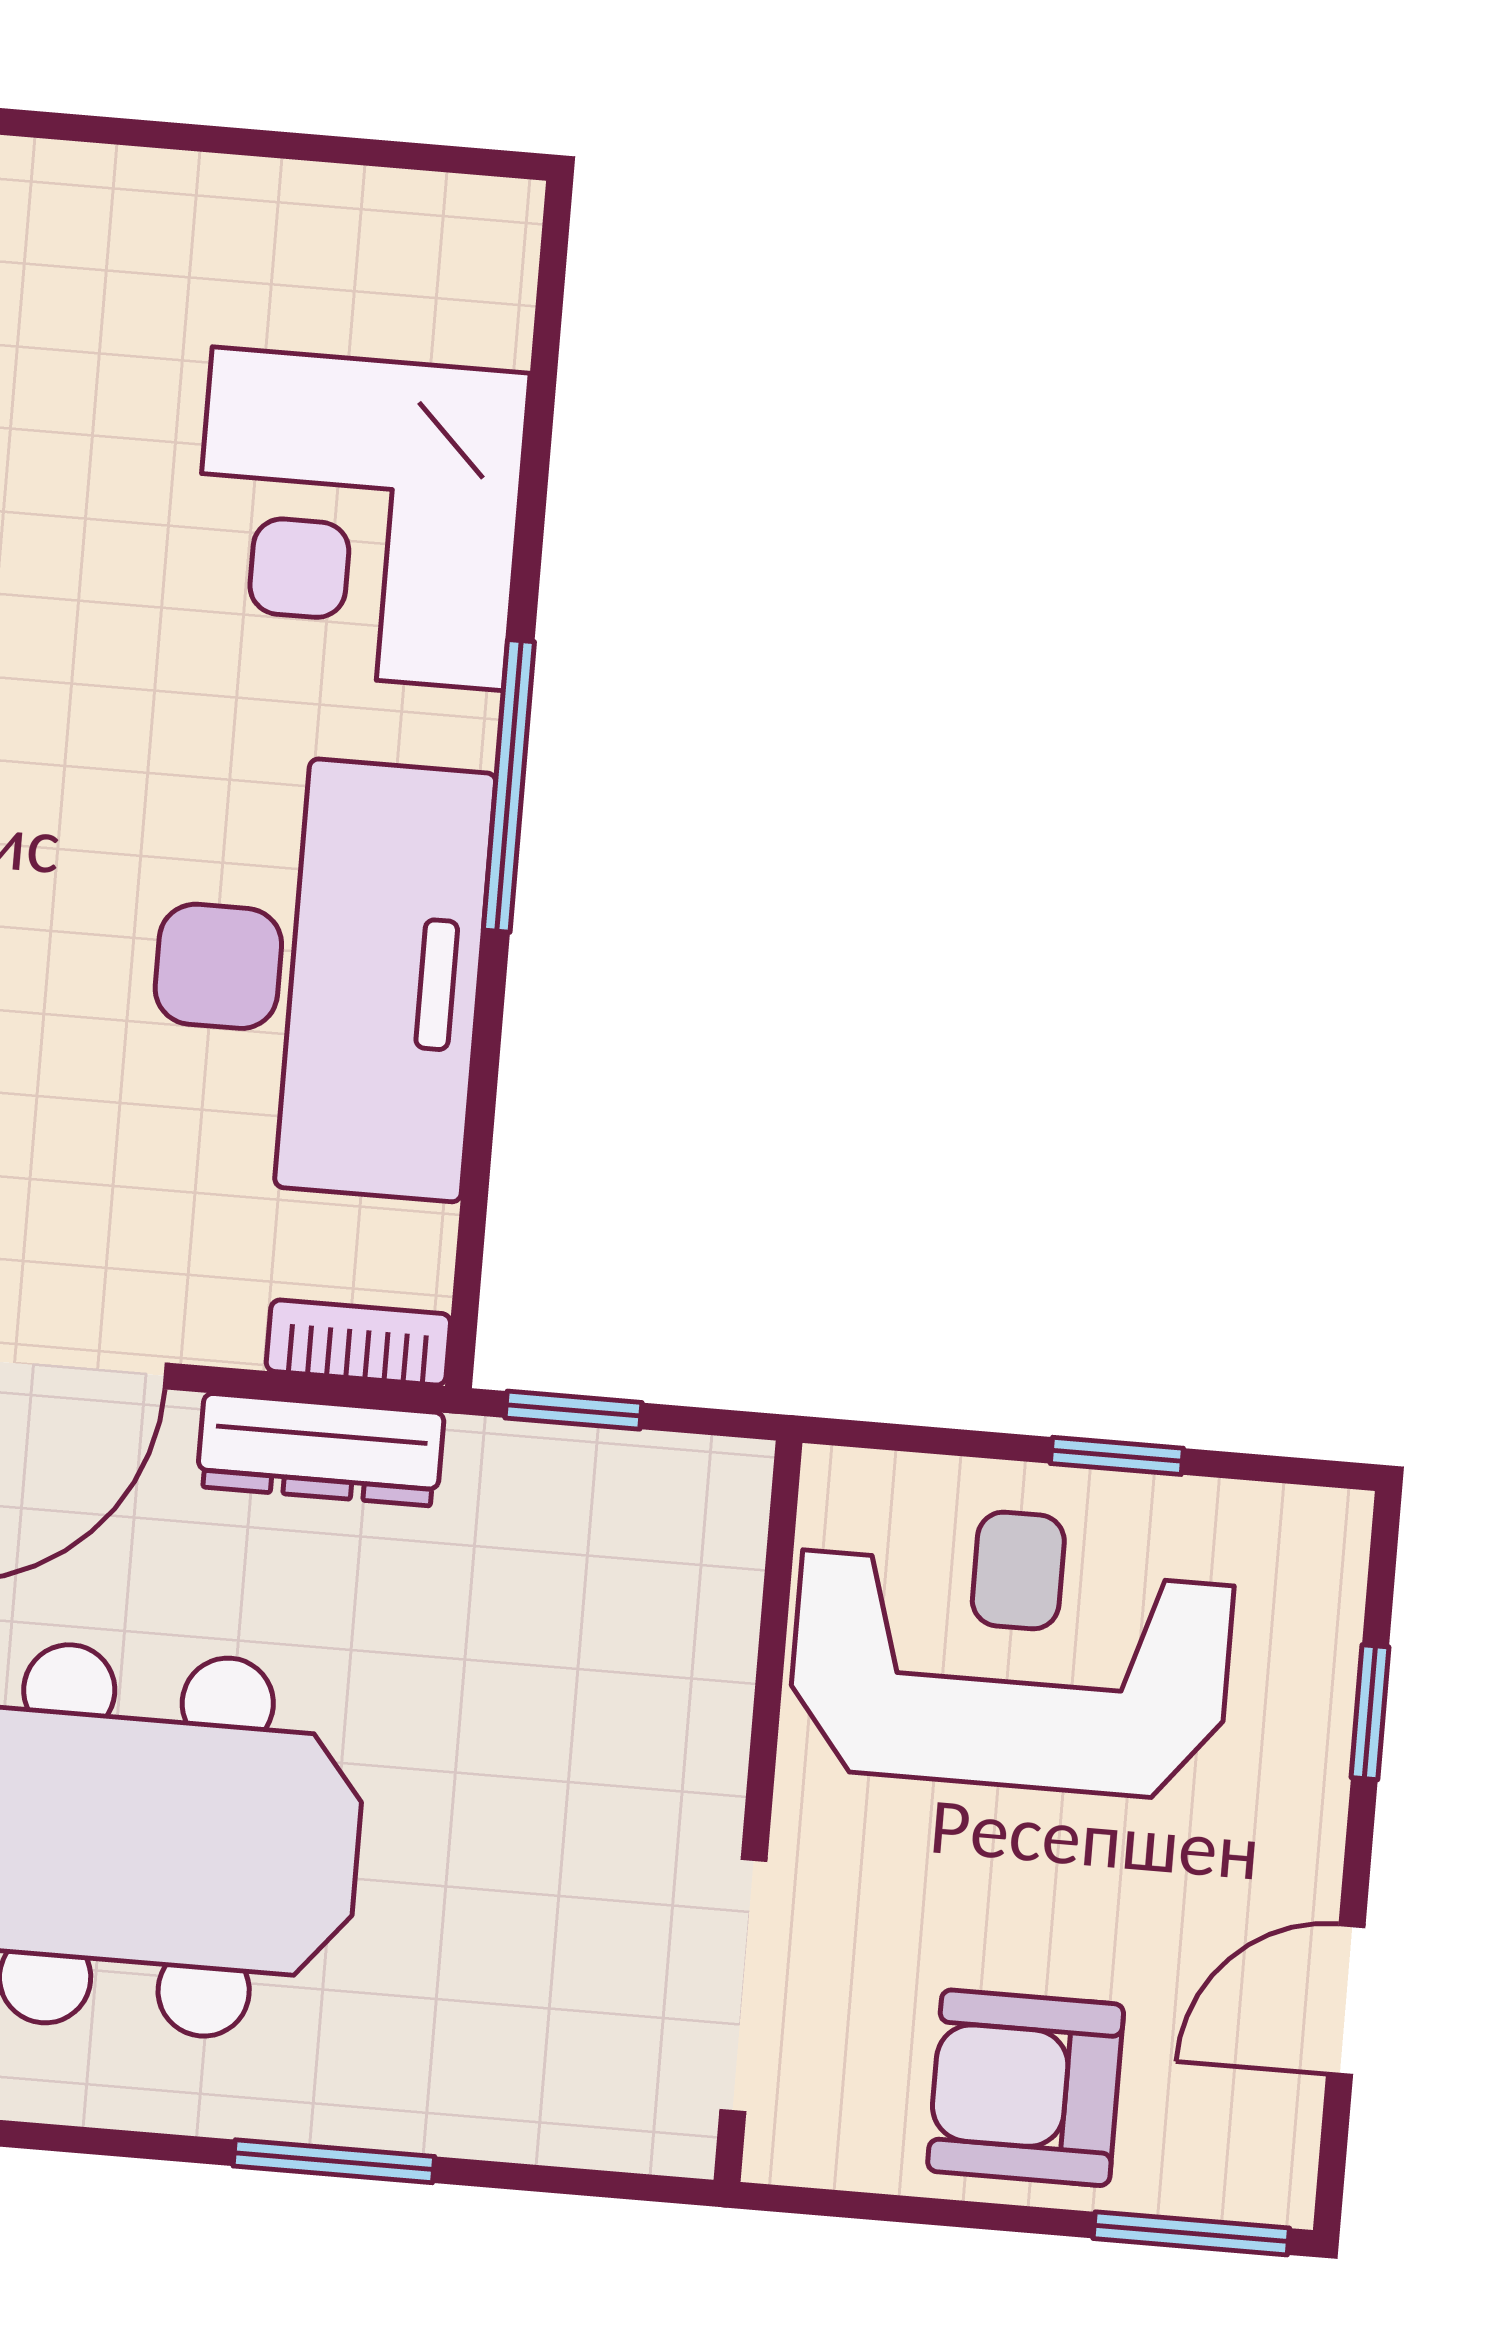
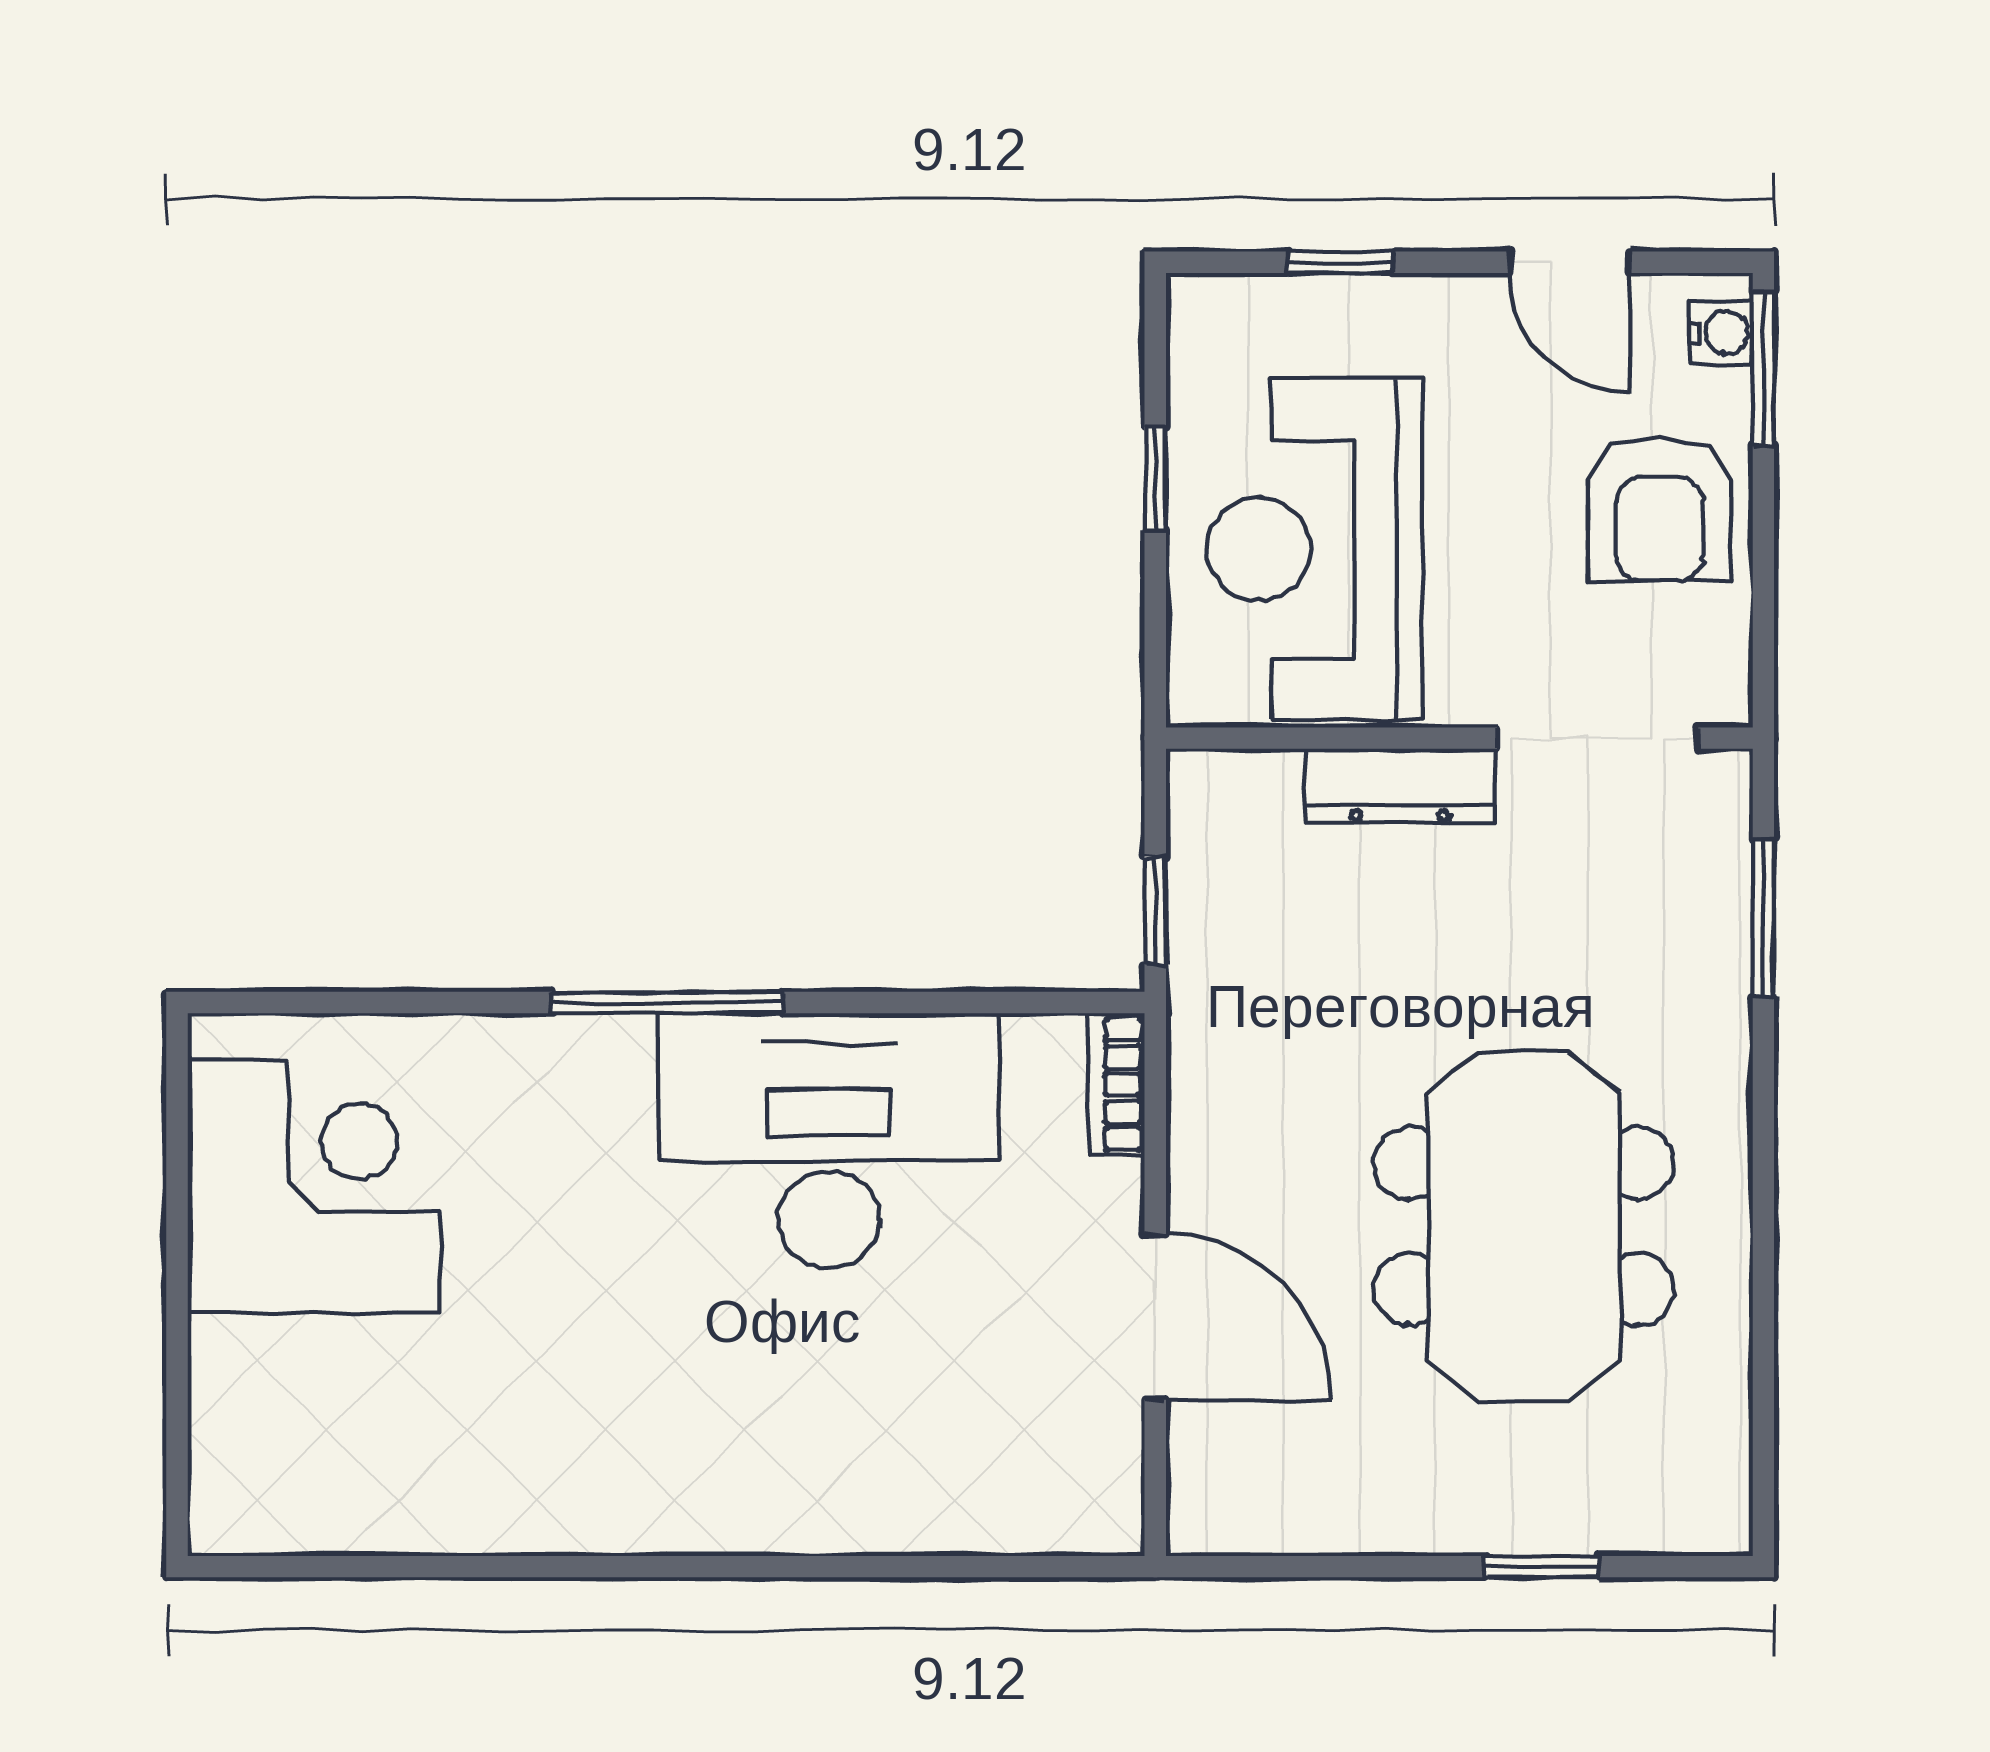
corner desk: (358, 519) -> (314, 1187), moved, turned -90
dresser: (320, 1450) -> (1400, 786), moved, turned 90
window: (334, 2161) -> (1763, 918), moved
water cooler: (1241, 2184) -> (1721, 333), added

